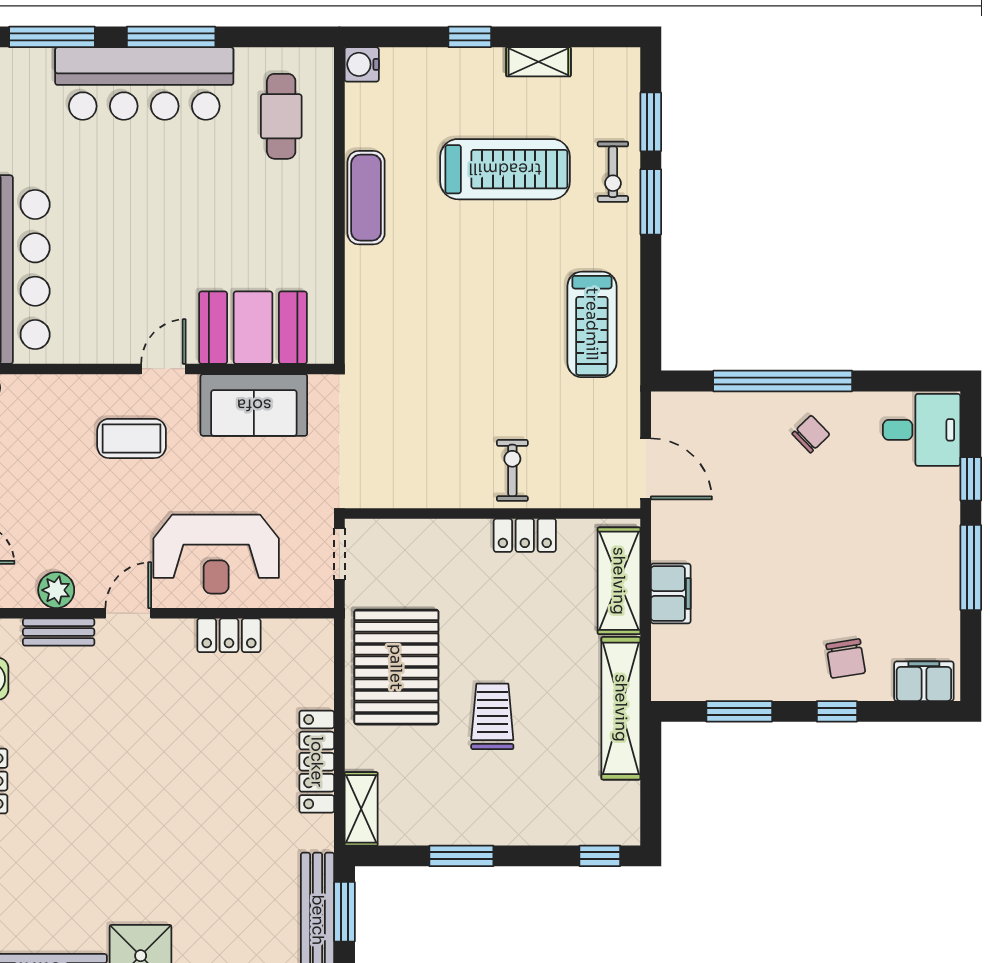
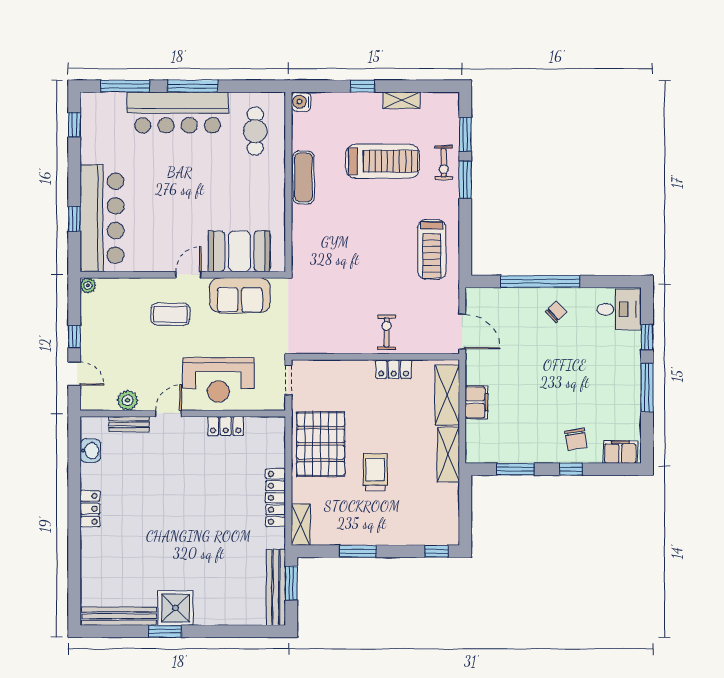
shelving: (621, 708) -> (448, 455), width x0.68

